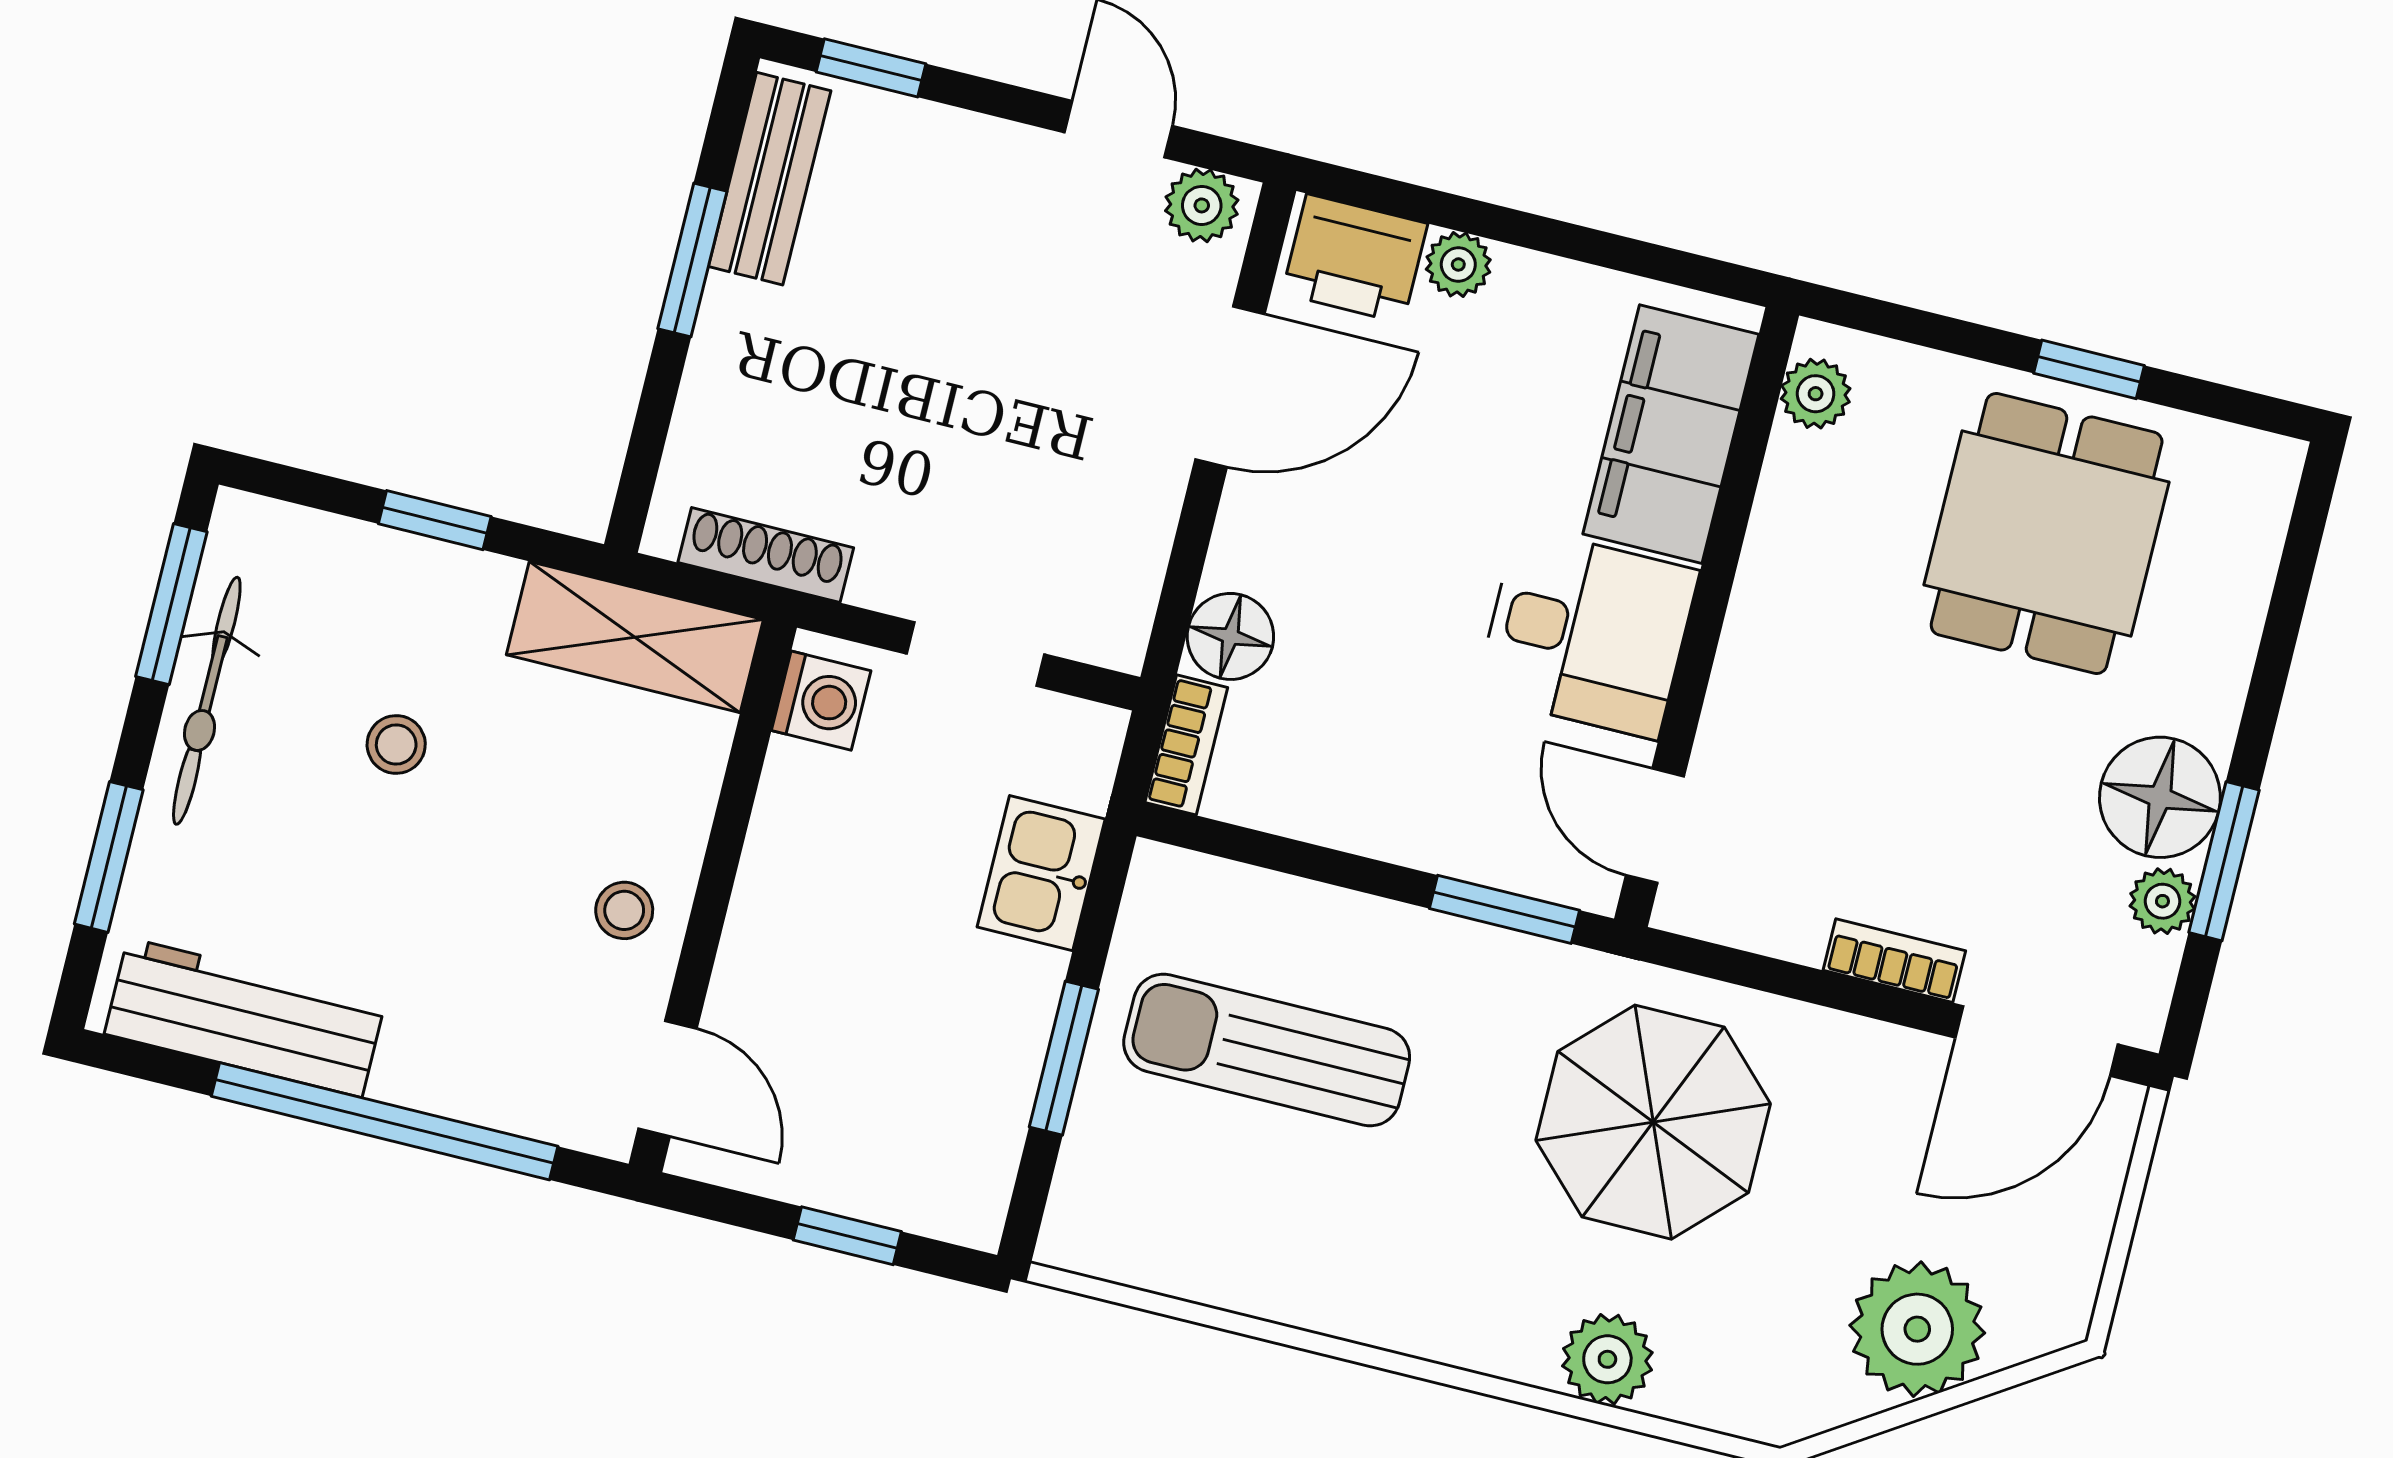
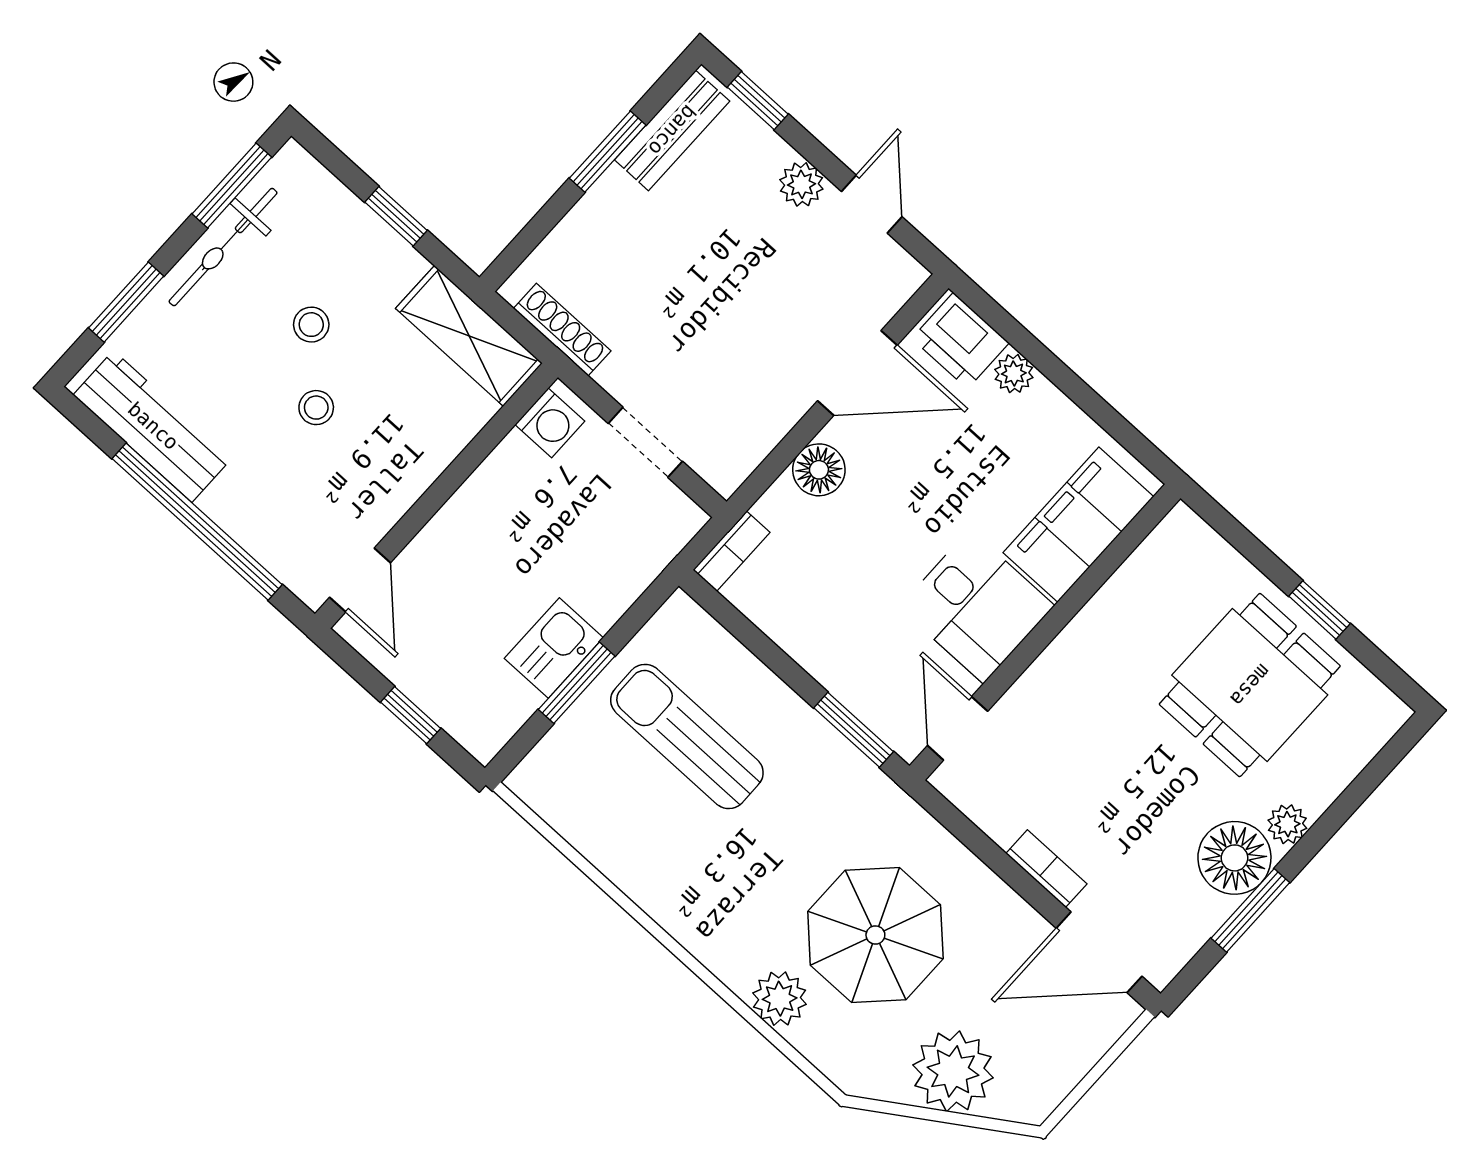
plant: (1202, 205) -> (801, 184), moved
plant: (1816, 394) -> (1167, 545), removed
floor lamp: (1230, 636) -> (819, 470), moved
kitchen sink: (1041, 873) -> (554, 648), moved
plant: (2162, 901) -> (1287, 824), moved
stool: (624, 910) -> (316, 408), moved
parasol: (1653, 1122) -> (875, 935), moved

